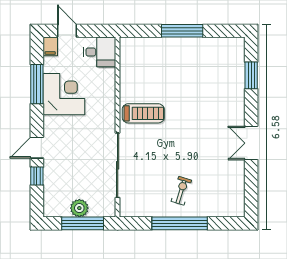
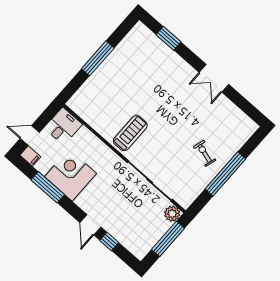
plant: (79, 208) -> (172, 214), moved

